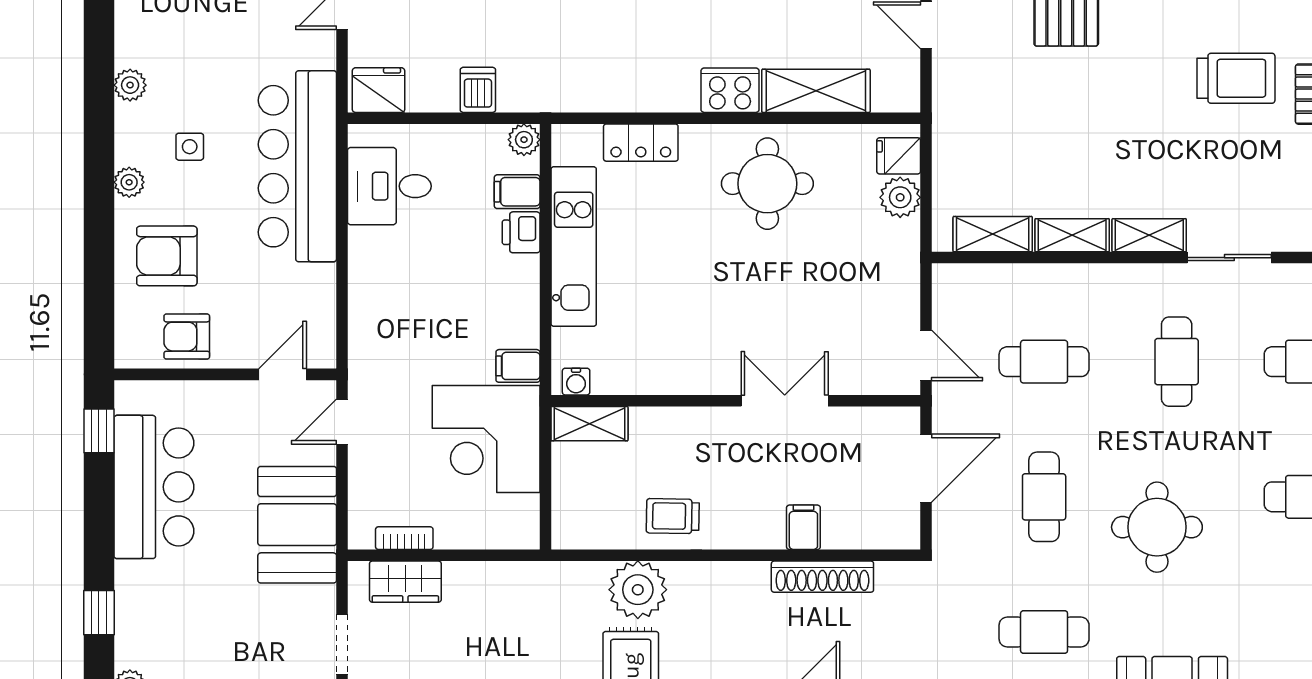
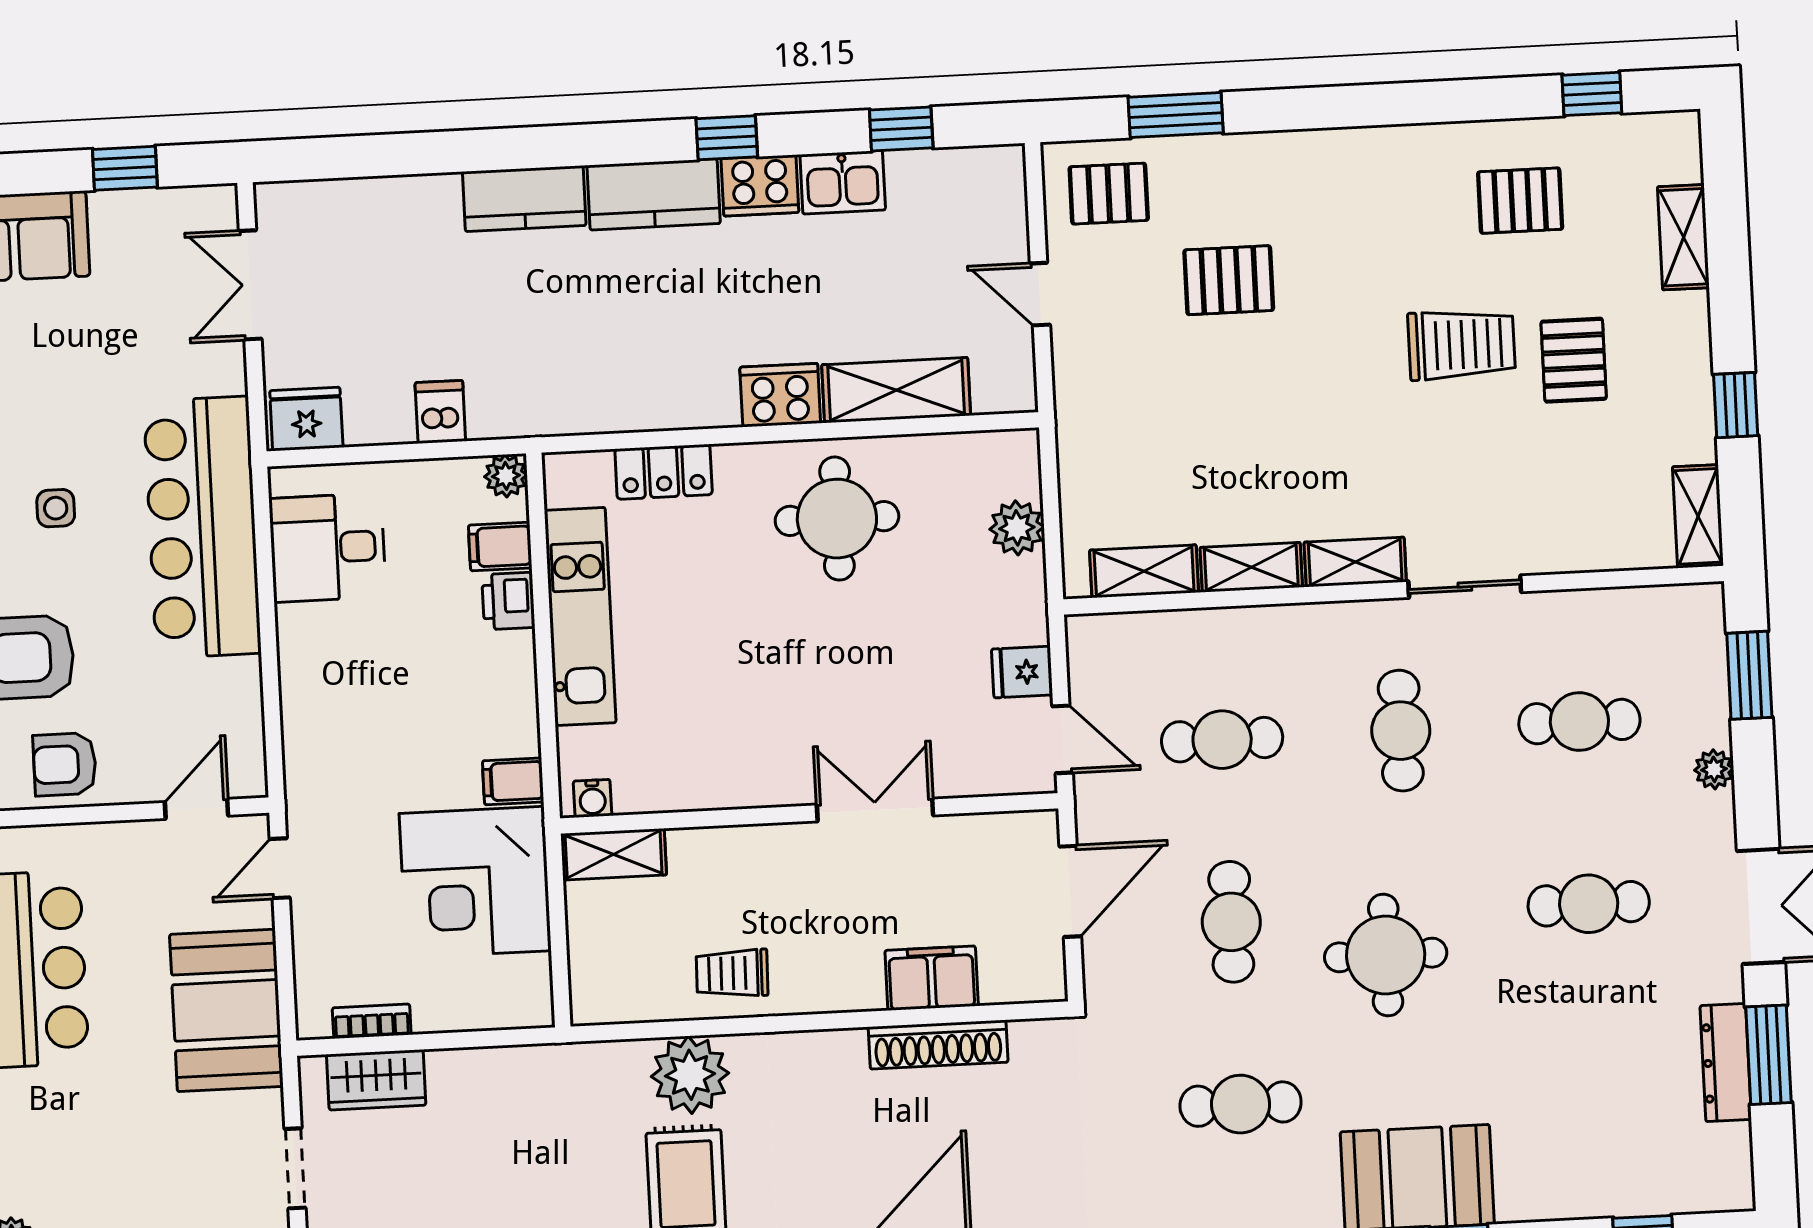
fridge: (899, 156) -> (1022, 672), moved
filing cabinet: (803, 527) -> (932, 978), width x2.00

